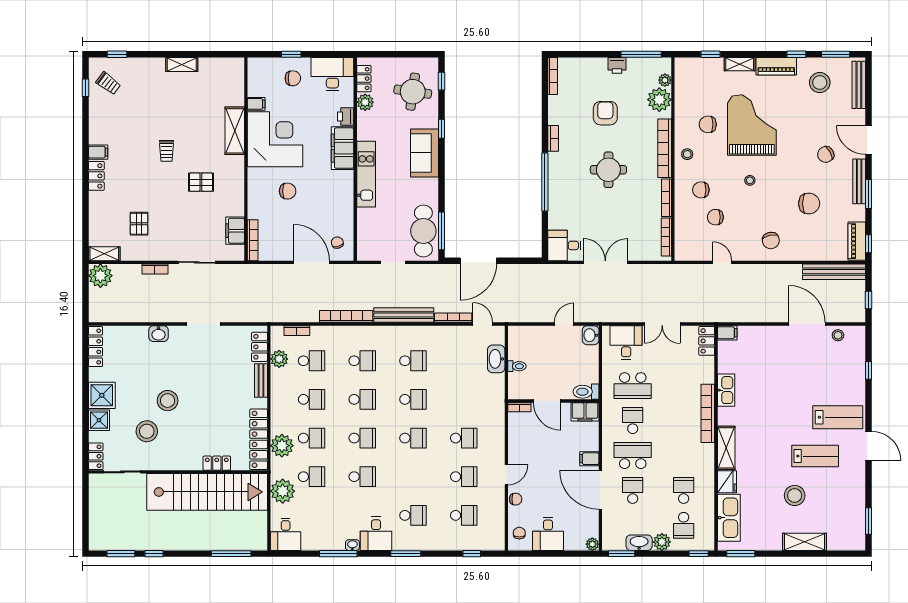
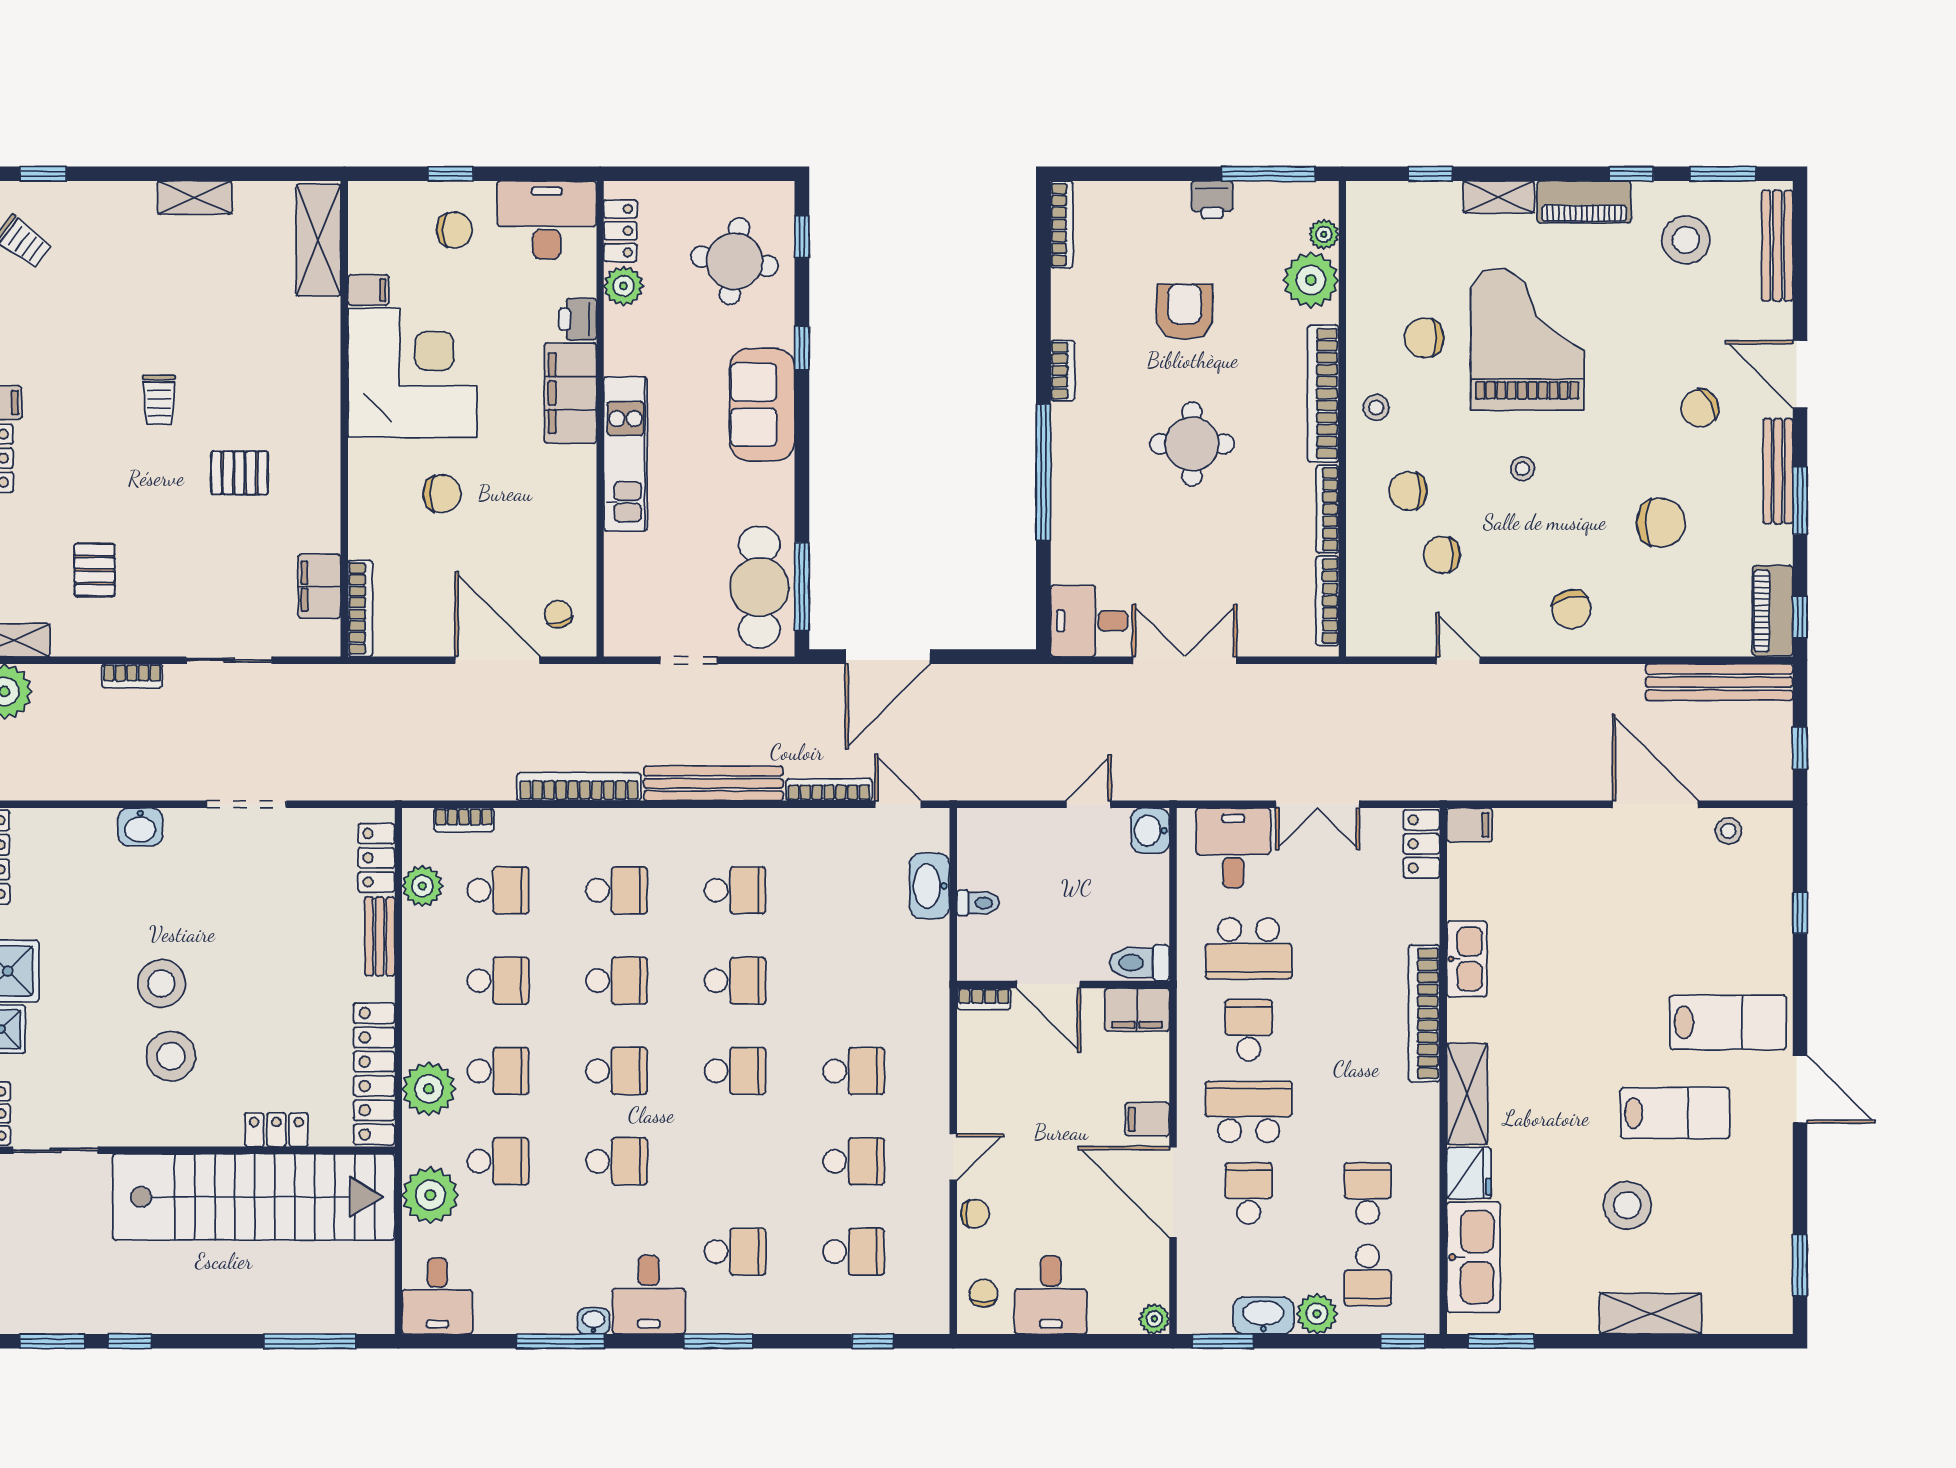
shelving: (235, 131) -> (318, 240), moved
stool: (147, 431) -> (171, 1056), moved

